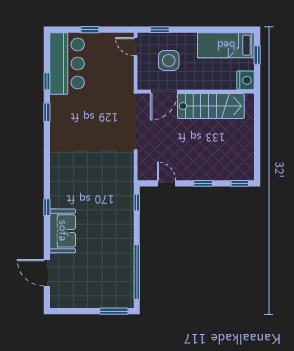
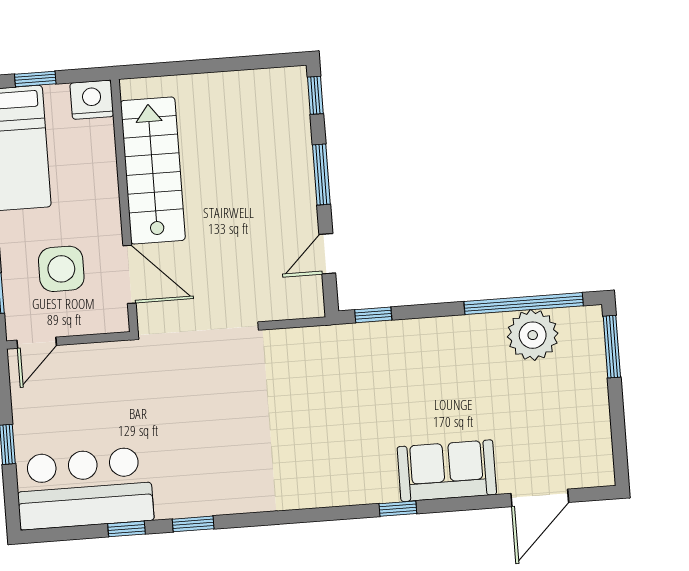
window: (203, 183) -> (321, 175), width x1.50
plant: (122, 275) -> (533, 335), added

